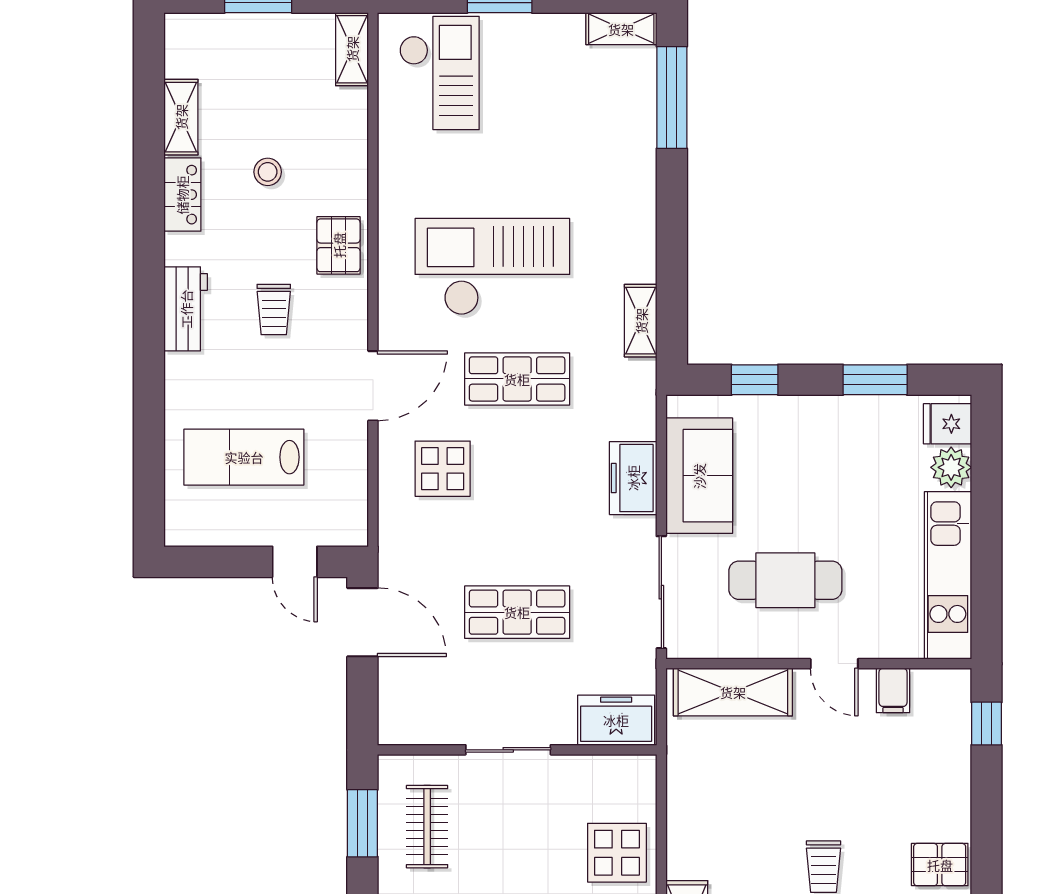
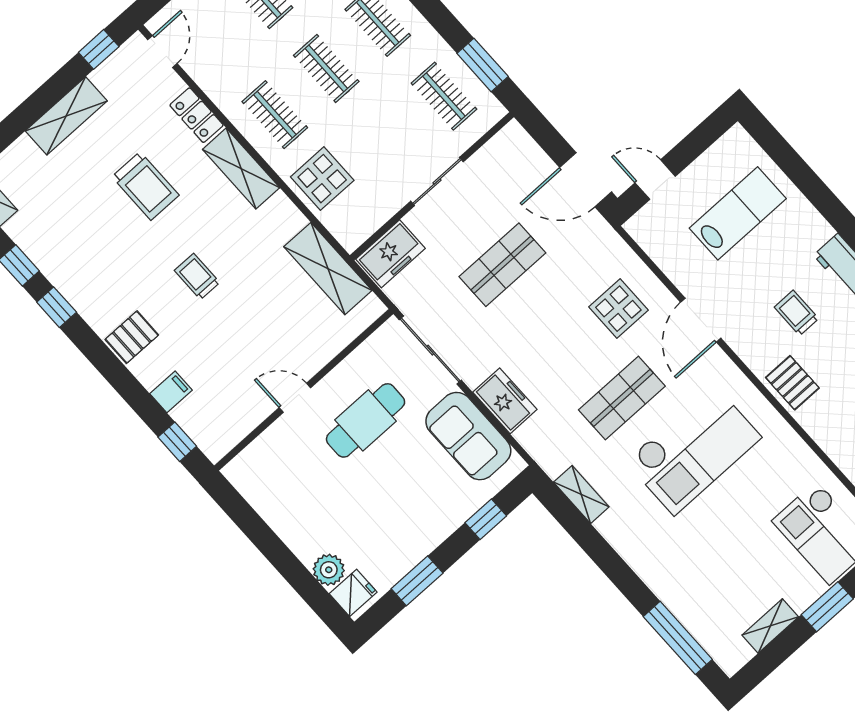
shelving: (621, 29) -> (770, 626), moved
kitchen unit: (948, 575) -> (275, 506), removed
filing cabinet: (893, 690) -> (171, 392), moved, turned 90
shelving: (733, 692) -> (328, 269), moved, turned 90

